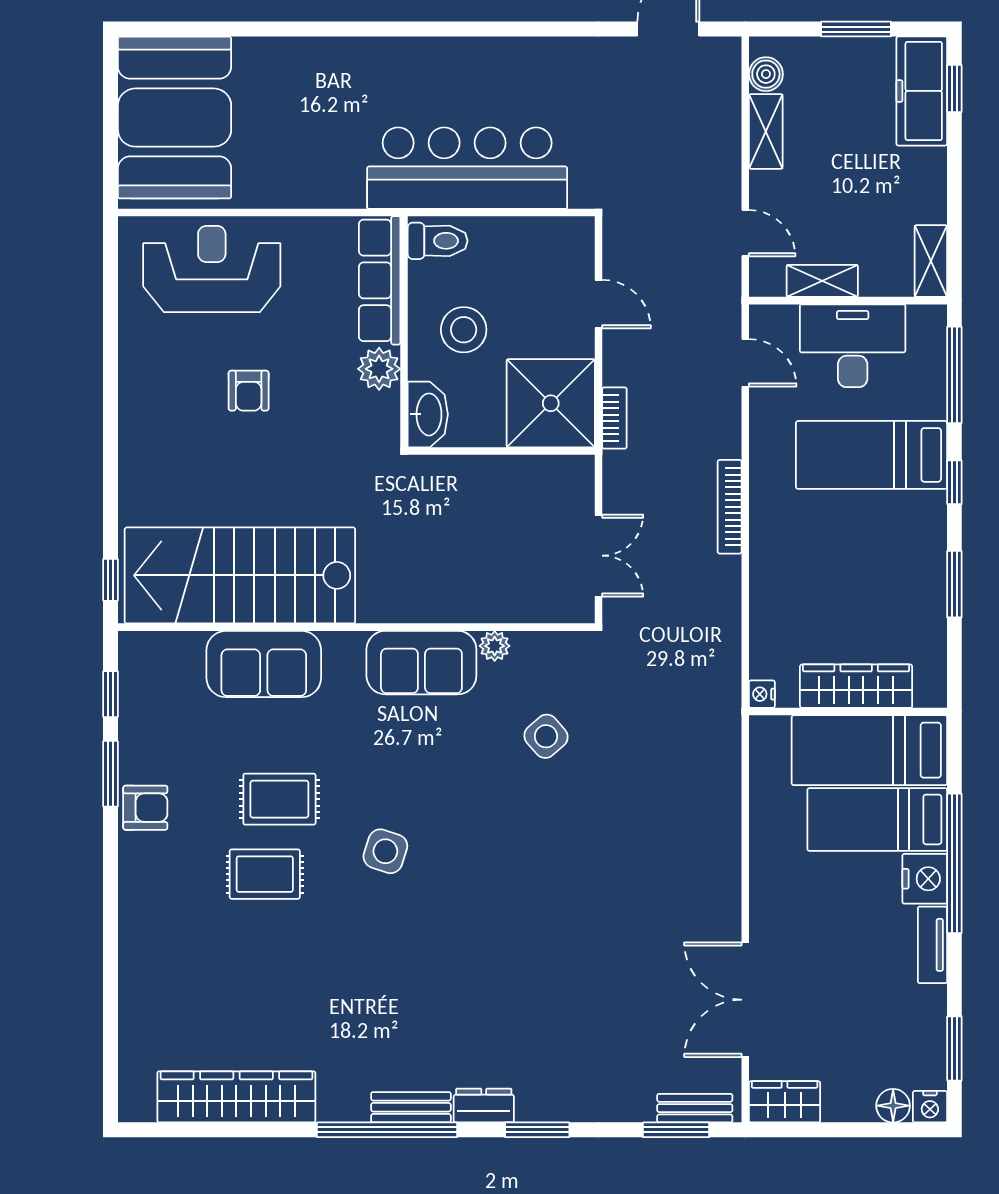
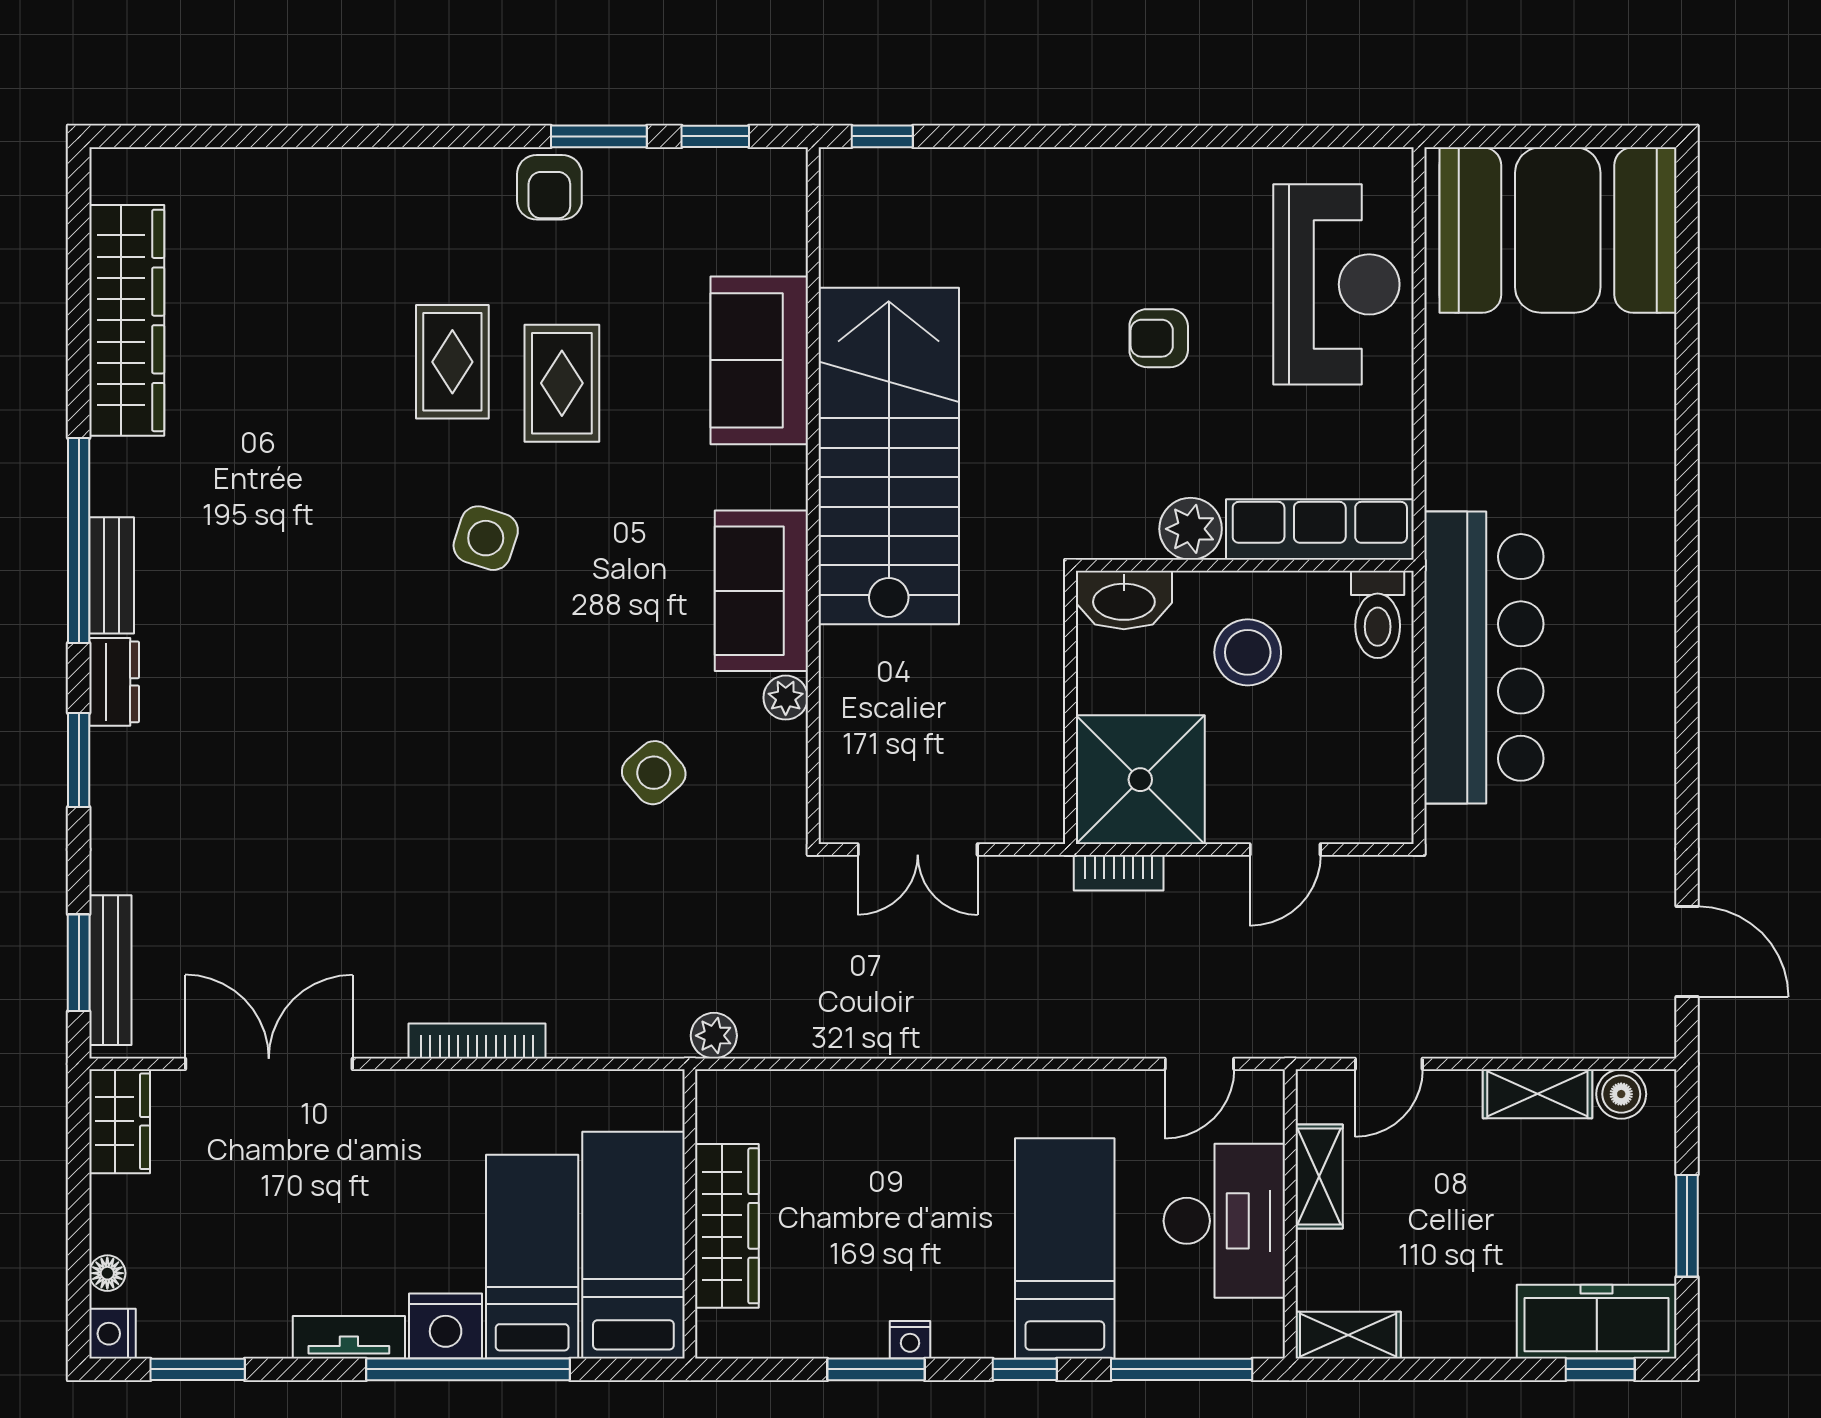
bookcase: (730, 507) -> (477, 1041), moved
stairs: (240, 575) -> (889, 456), moved
nightstand: (762, 694) -> (910, 1340), moved, turned 180
plant: (726, 695) -> (714, 1036), added
floor lamp: (893, 1106) -> (107, 1273), width x0.73, depth x0.73
bench: (695, 1108) -> (110, 970), width x1.36

